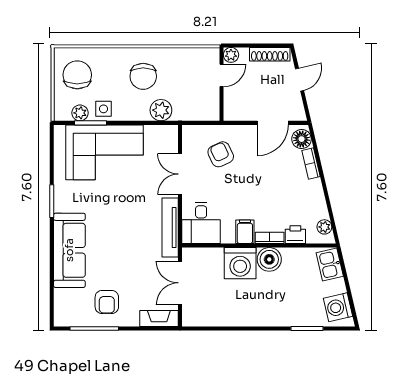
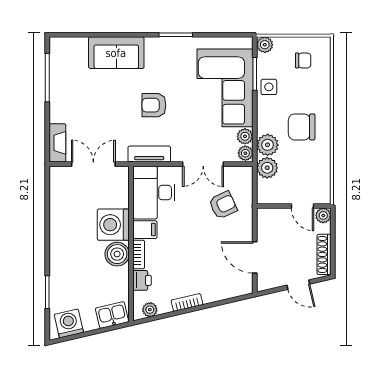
chair: (77, 75) -> (303, 60), width x0.54, depth x0.54
plant: (184, 111) -> (267, 168), added
plant: (80, 113) -> (265, 45), moved
plant: (169, 132) -> (245, 153), added
plant: (152, 133) -> (245, 136), added
floor lamp: (302, 139) -> (238, 287), removed
bookcase: (311, 164) -> (187, 302), moved
double door: (180, 174) -> (203, 164), swing flipped
desk: (201, 223) -> (154, 193), width x1.37
tv unit: (170, 227) -> (149, 154), width x0.71
sofa: (69, 250) -> (116, 53), width x0.73
armchair: (107, 302) -> (154, 105), moved

